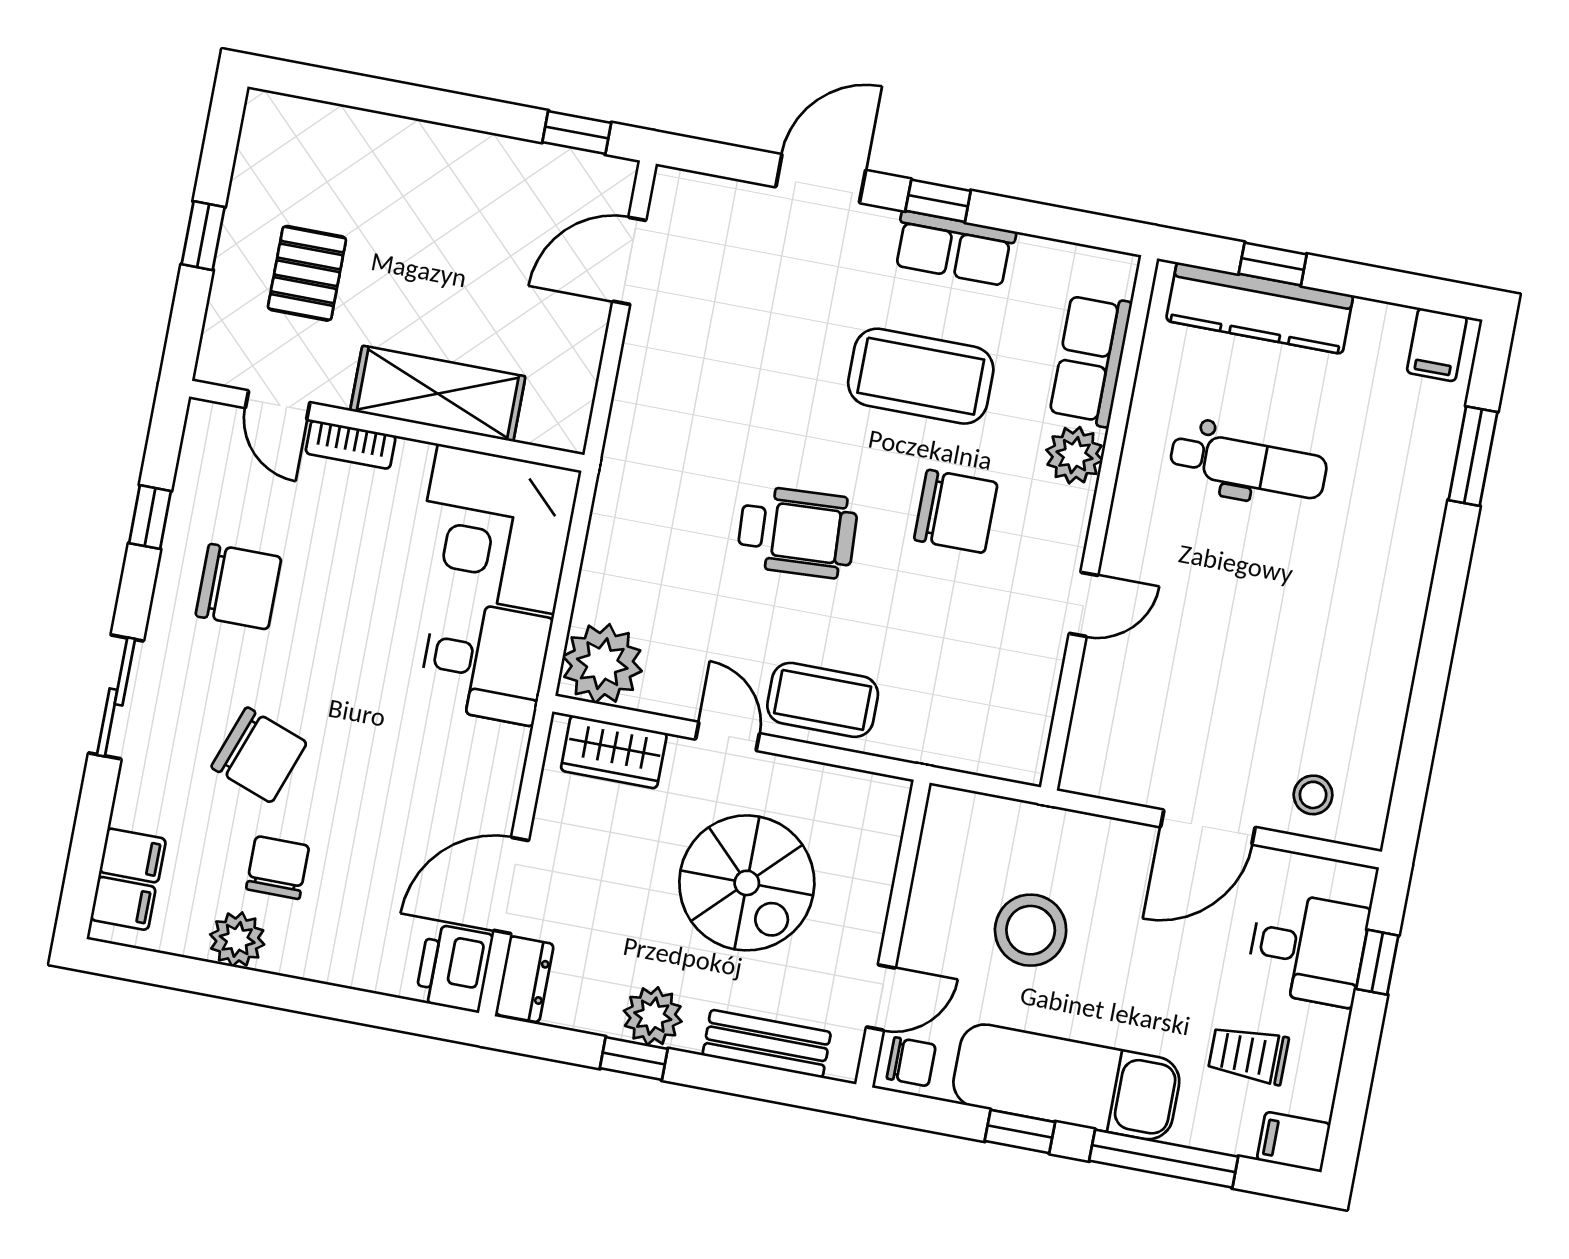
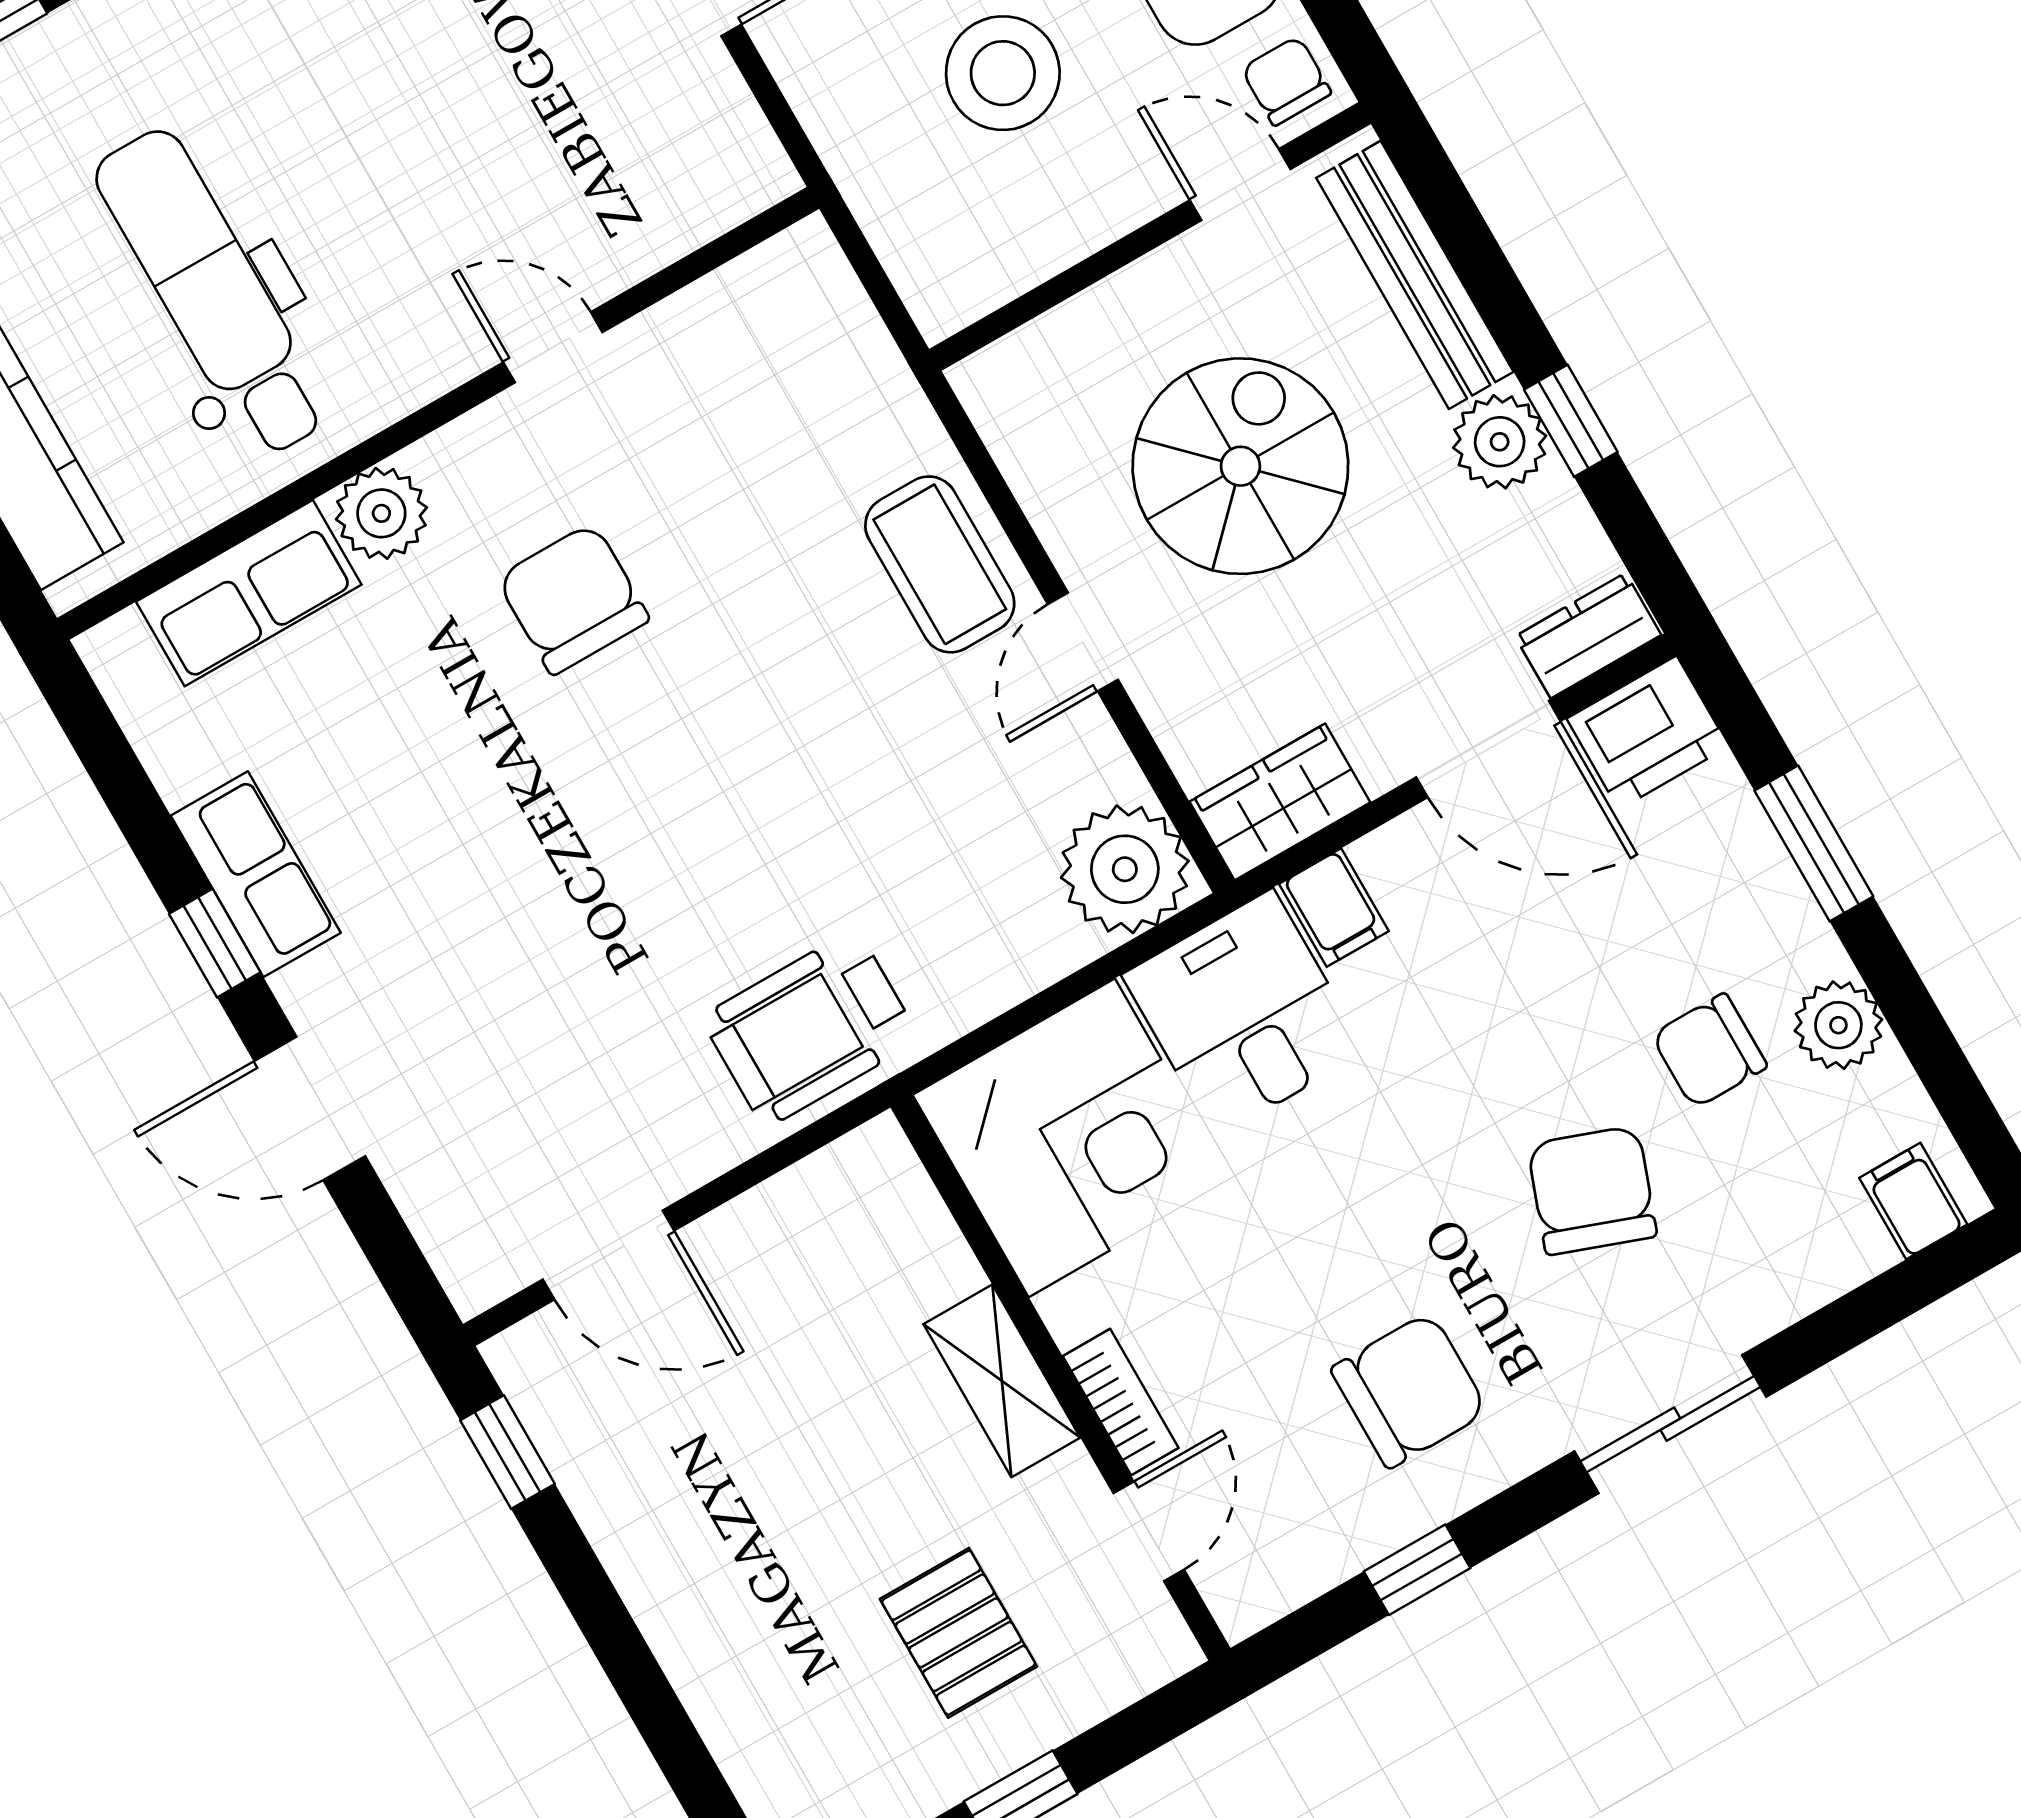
pallet: (307, 273) -> (958, 1633), turned 90
coffee table: (921, 376) -> (445, 782), removed
shelving: (438, 394) -> (1002, 1381), width x0.67, depth x0.75
dental chair: (1248, 465) -> (212, 293), width x1.36, depth x1.38
wheelchair: (797, 532) -> (810, 1028), moved, turned -87
chair: (238, 587) -> (1409, 1390), turned 90
wardrobe: (614, 752) -> (1280, 802), moved, turned -90
filing cabinet: (133, 855) -> (1334, 908), moved, turned 180
window: (334, 1002) -> (1814, 843), added
bench: (767, 1044) -> (1415, 275), width x1.36

